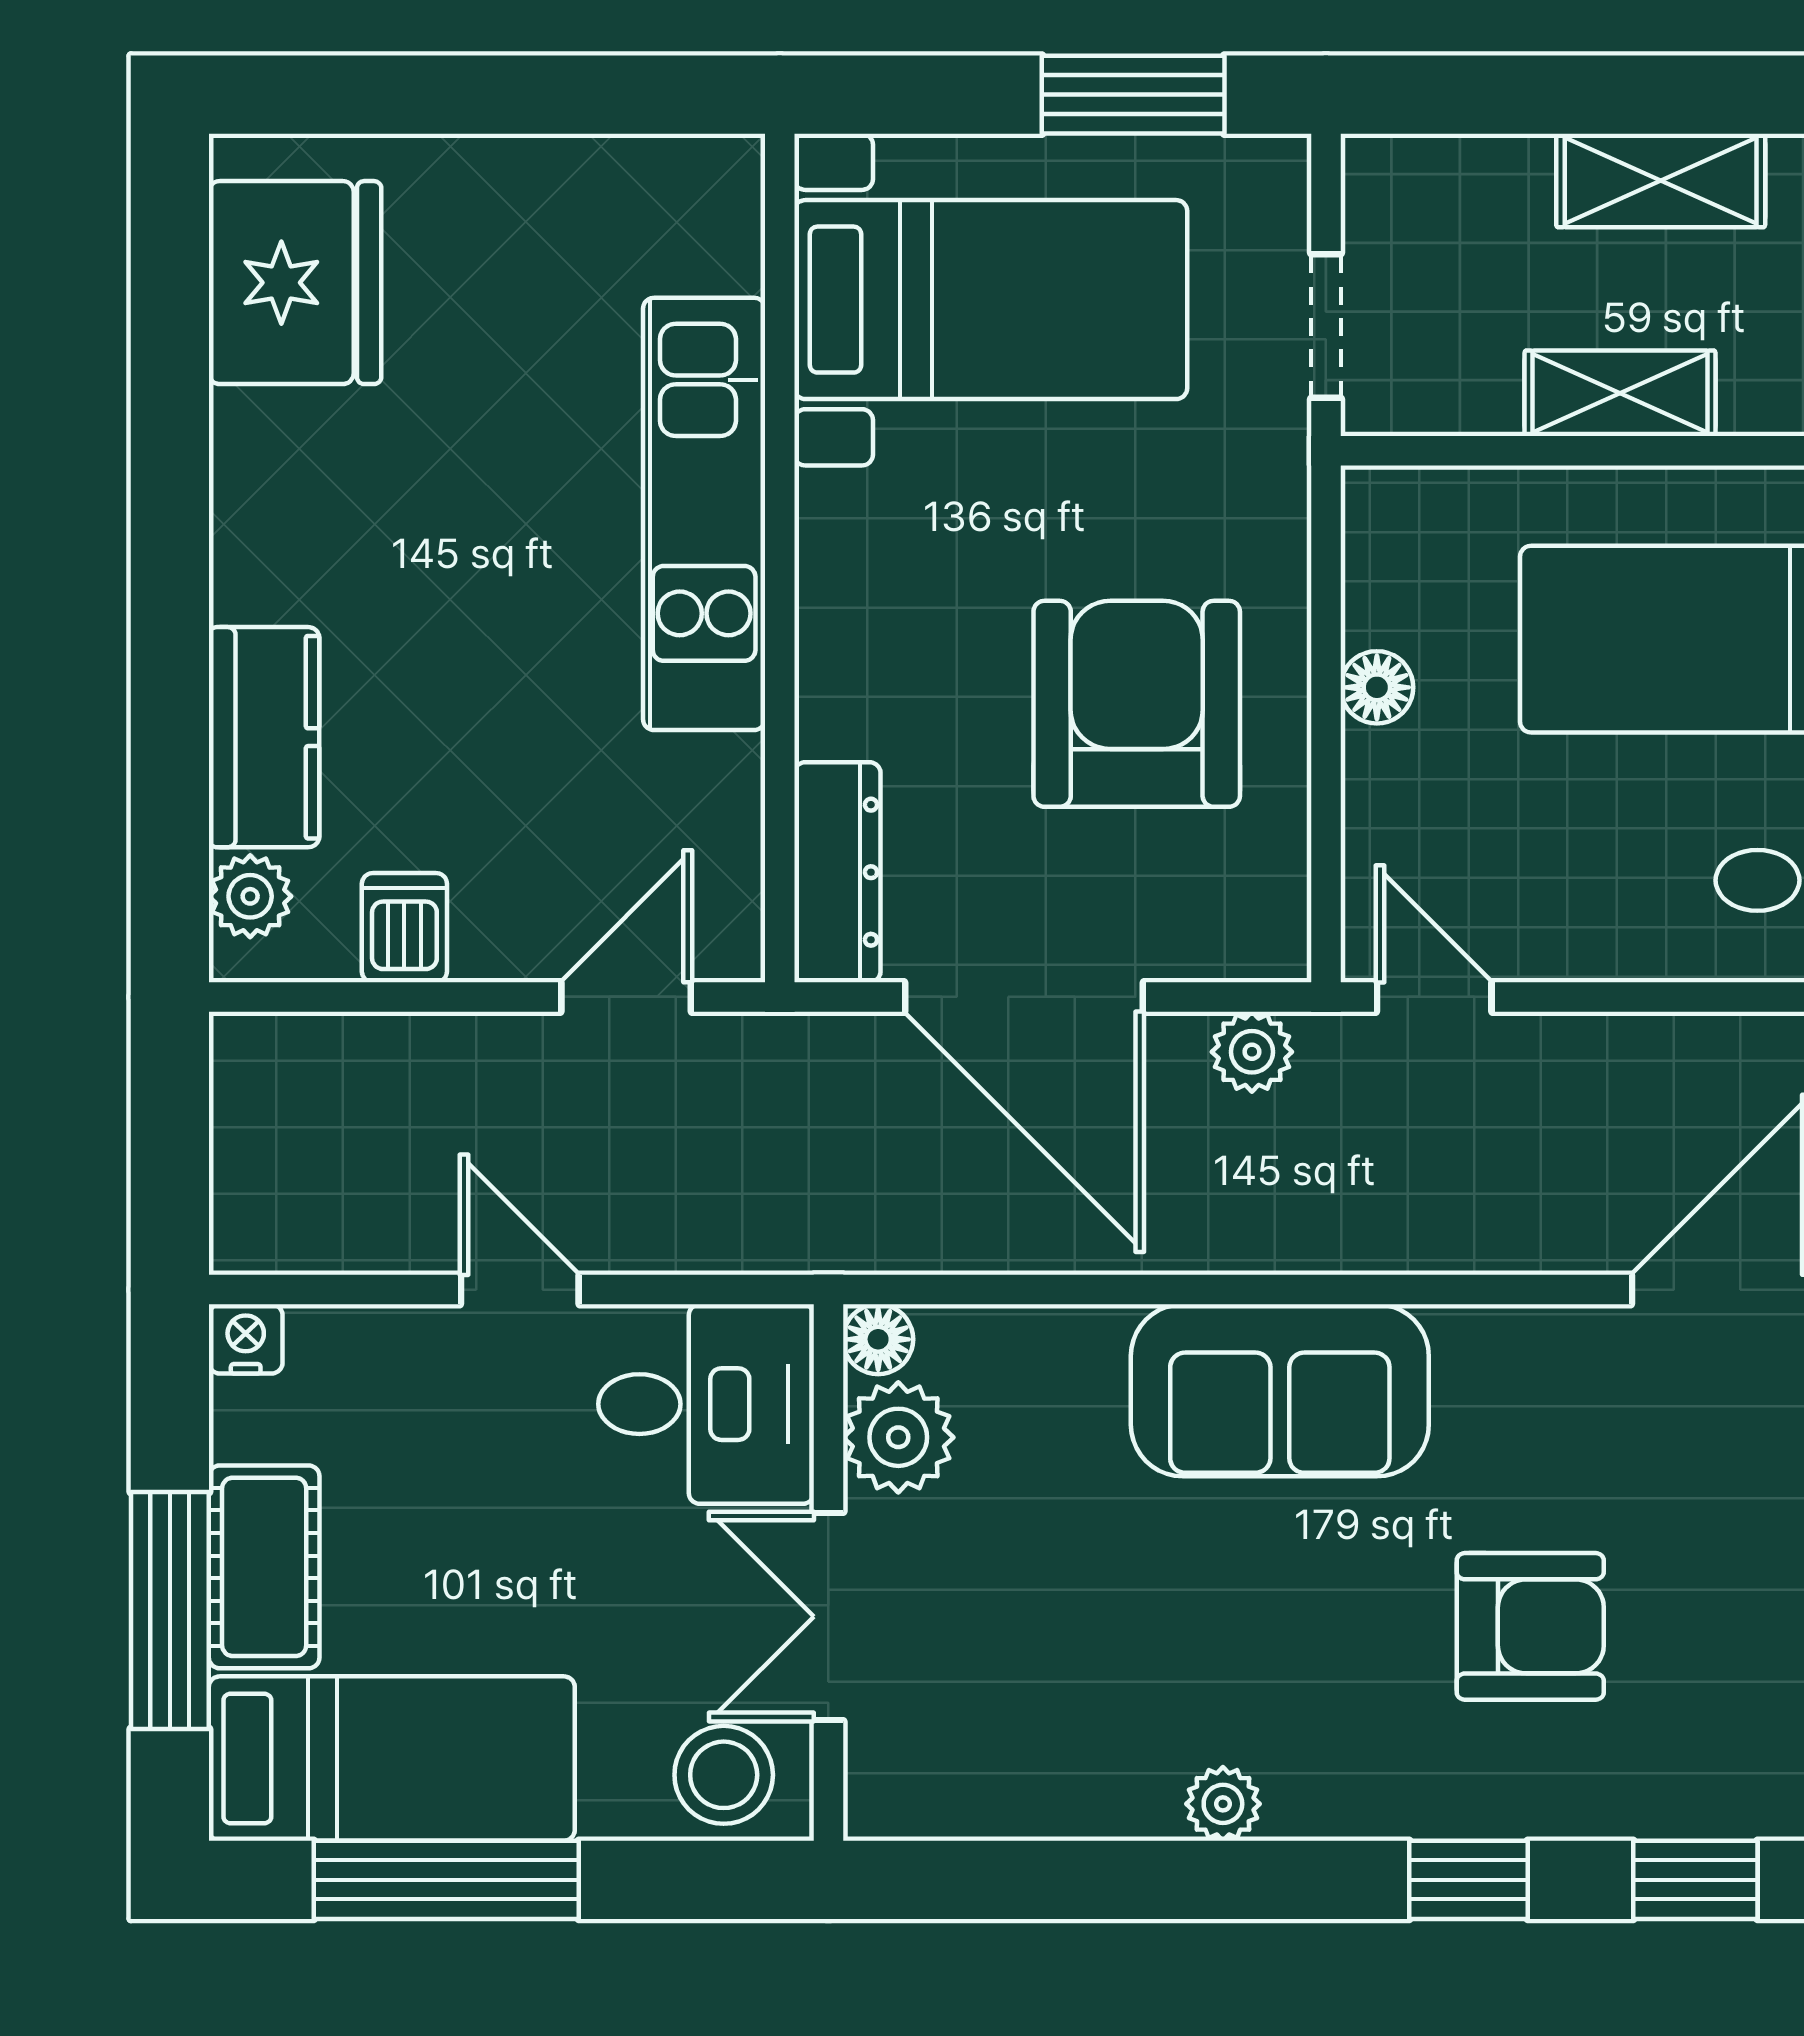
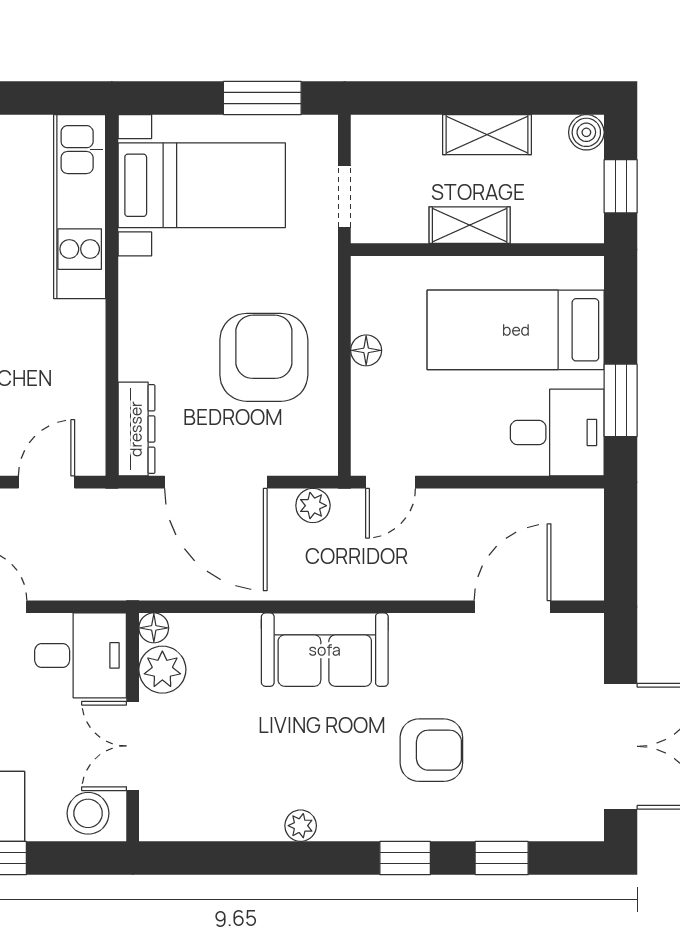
kitchen unit: (704, 514) -> (80, 207), moved
door: (1434, 997) -> (391, 482), swing flipped

